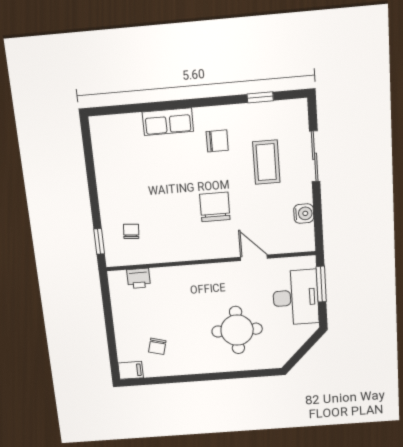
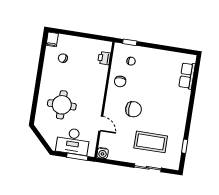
row of seats: (168, 122) -> (187, 76), moved
chair: (217, 141) -> (120, 81), moved
coffee table: (266, 162) -> (151, 142), width x1.36, depth x1.32
water cooler: (304, 214) -> (103, 153), moved
door: (254, 258) -> (101, 124), hinge flipped

